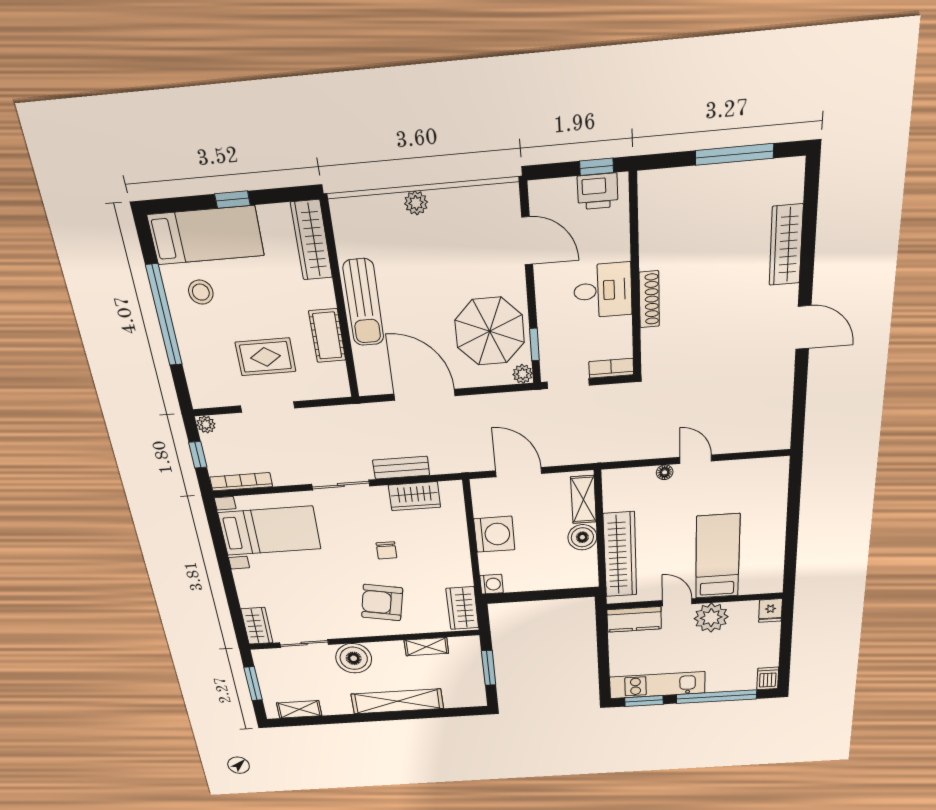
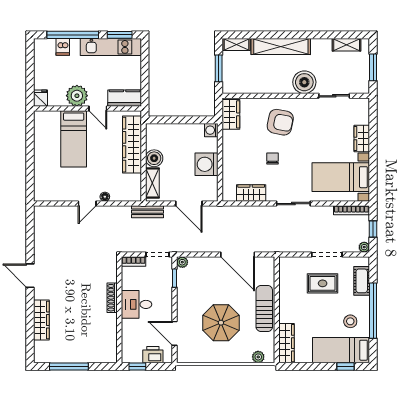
printer: (598, 191) -> (153, 355), moved
window: (232, 200) -> (346, 367), moved
plant: (416, 203) -> (258, 357), moved
parasol: (490, 331) -> (221, 323), moved
cot: (327, 336) -> (362, 281), moved
door: (696, 459) -> (87, 204), hinge flipped
bench: (401, 468) -> (148, 212), moved
wardrobe: (257, 626) -> (362, 138), moved
shelving: (426, 647) -> (237, 44), moved
dishwasher: (768, 678) -> (63, 47), moved

